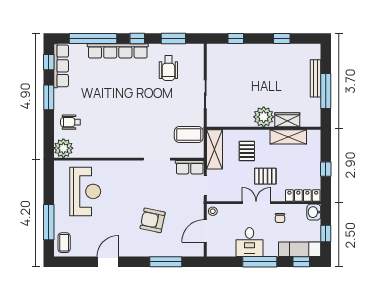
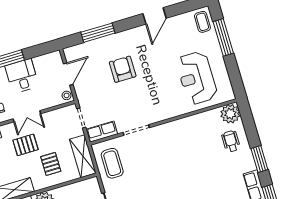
wheelchair: (71, 122) -> (231, 141), turned -90
coffee table: (189, 135) -> (112, 163), turned 90
armchair: (153, 220) -> (123, 69), turned -102

